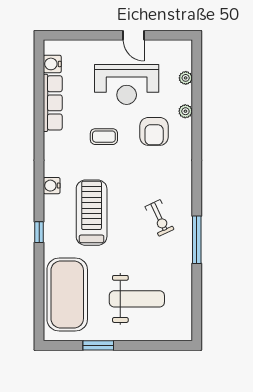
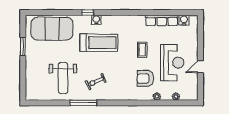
reception desk: (127, 84) -> (172, 63), turned 180
water cooler: (52, 186) -> (96, 20), moved
weight bench: (137, 299) -> (63, 78), moved

